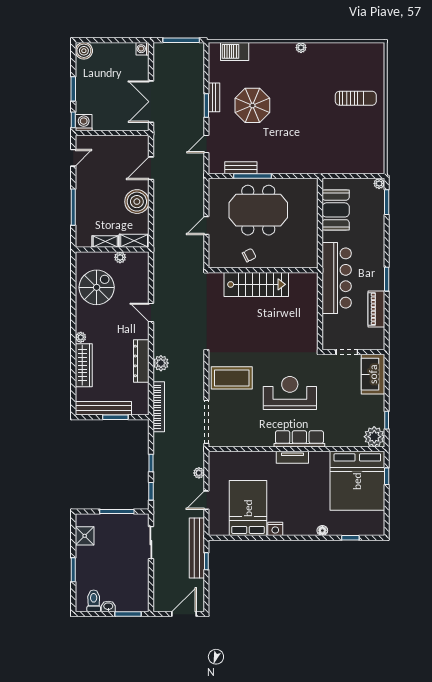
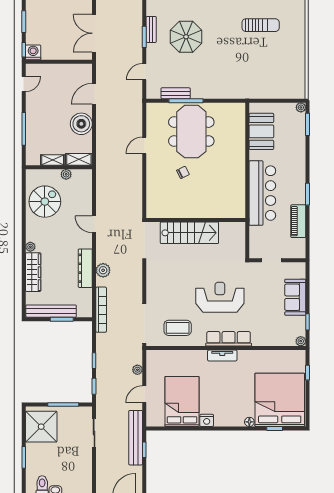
sun lounger: (356, 98) -> (261, 25), moved
meeting table: (258, 210) -> (191, 132), turned 90
wall: (263, 270) -> (196, 220), moved
stairs: (256, 284) -> (189, 233), moved
sofa: (373, 374) -> (295, 297), moved
coffee table: (232, 378) -> (178, 328), moved, width x0.73, depth x0.76
plant: (374, 437) -> (301, 341), width x0.53, depth x0.53
bed: (357, 481) -> (280, 400), moved, turned 180
shower: (85, 536) -> (41, 427), width x1.86, depth x1.86

